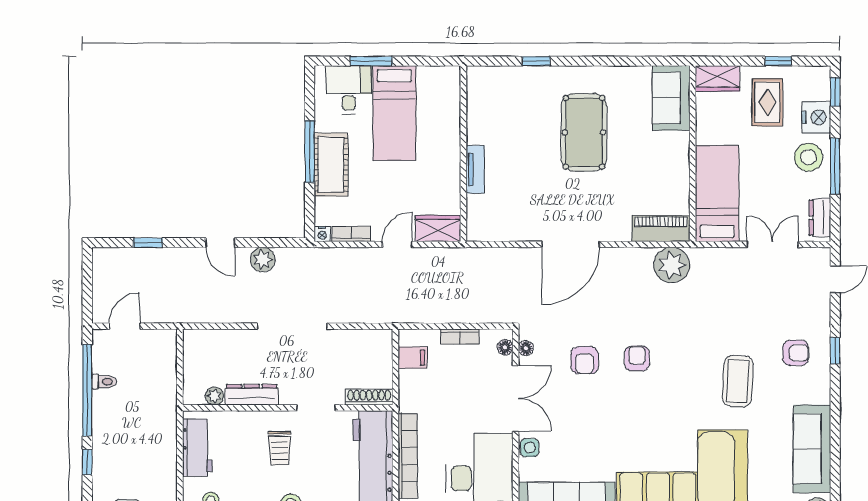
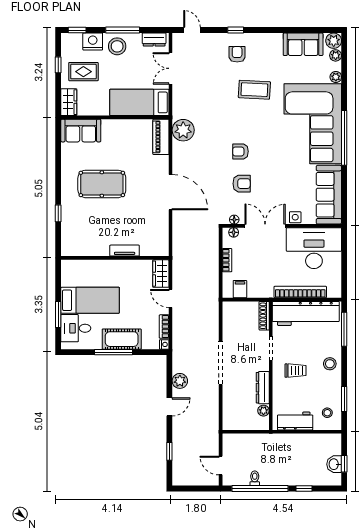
sofa: (812, 449) -> (303, 44), width x0.73

